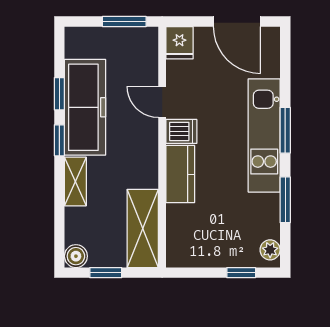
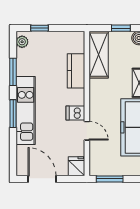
kitchen counter: (180, 174) -> (76, 71), moved

